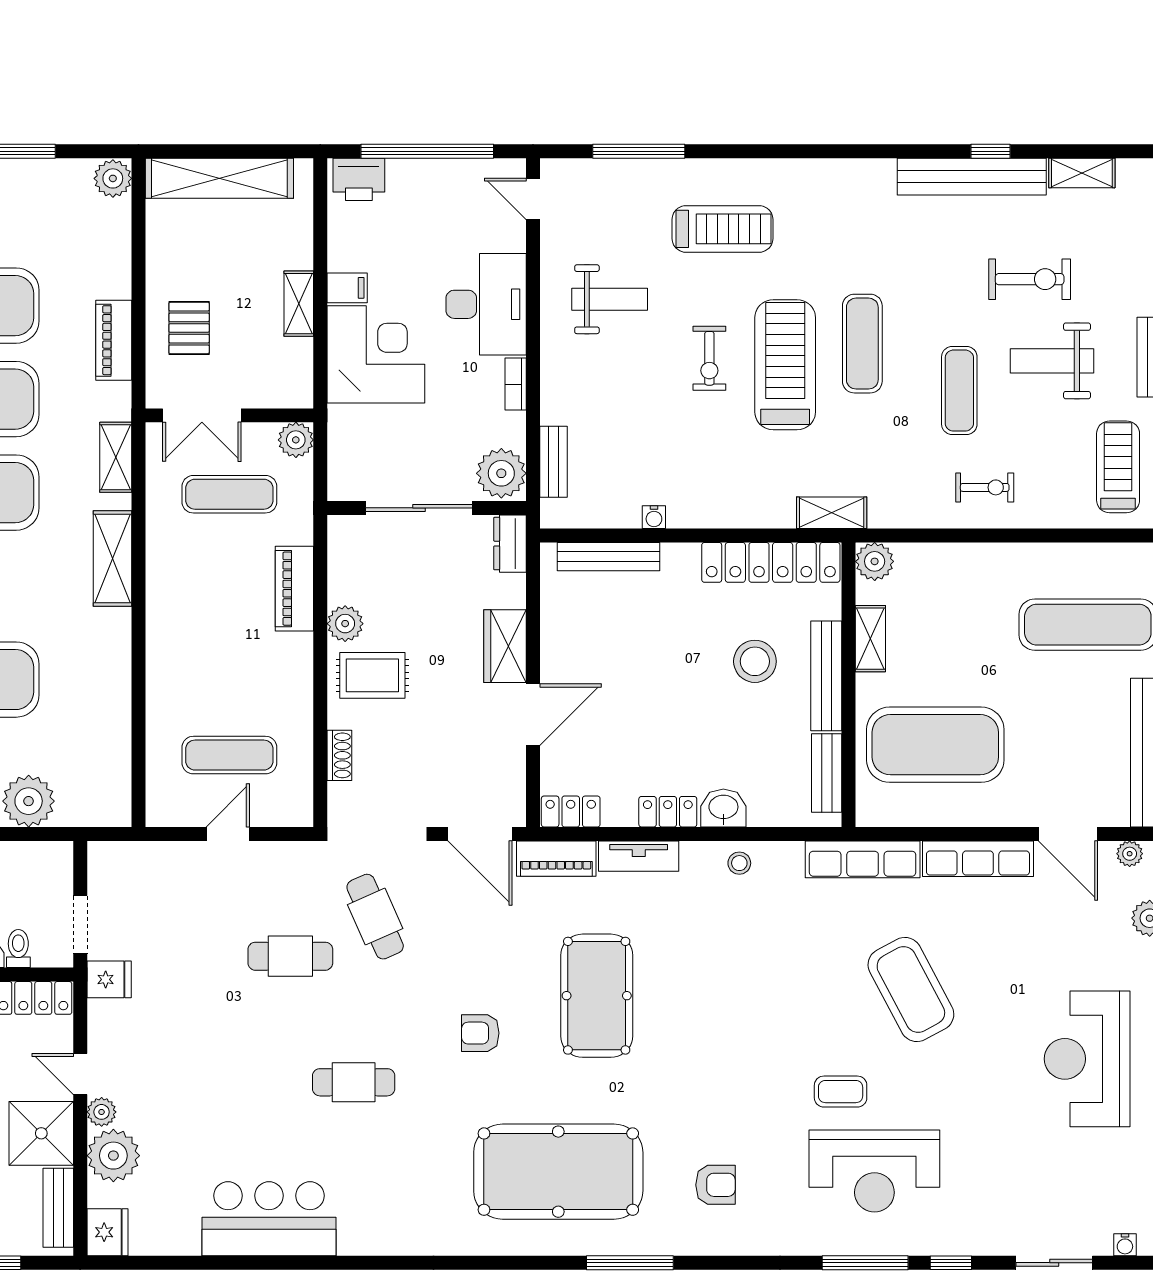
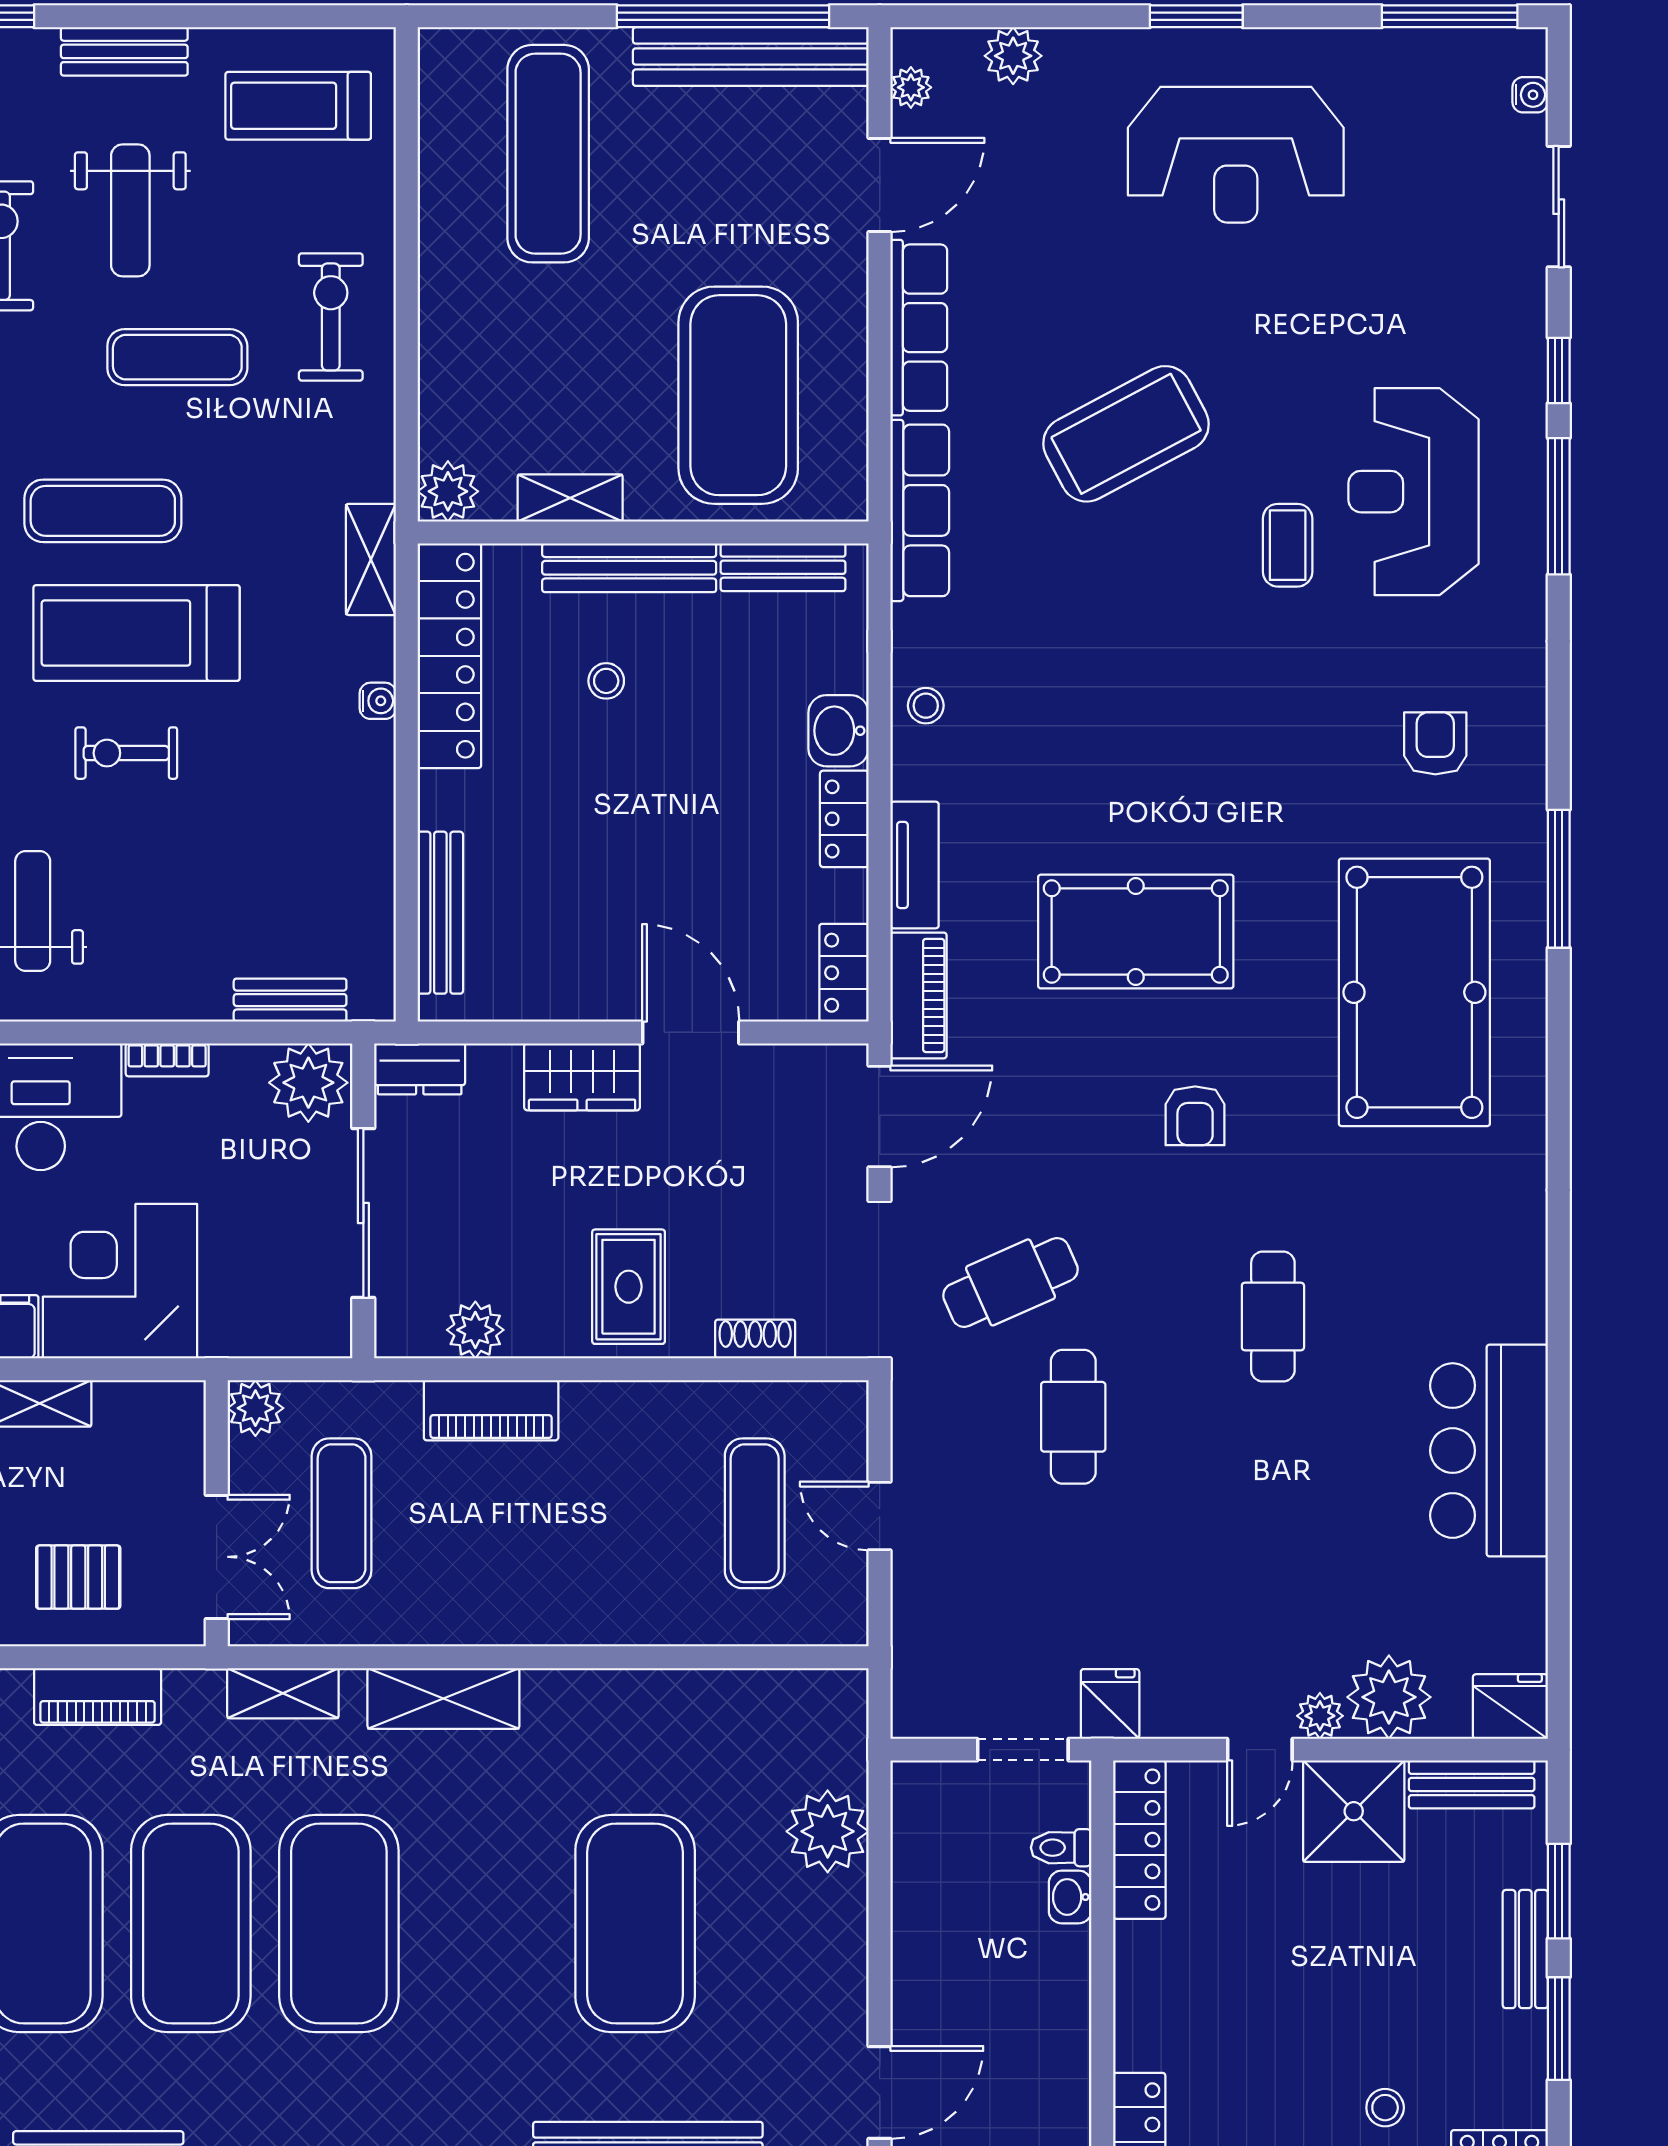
exercise bike: (709, 358) -> (126, 753), turned 180
exercise bike: (985, 487) -> (331, 317), width x1.38, depth x1.39
water cooler: (654, 517) -> (378, 701), moved
plant: (345, 624) -> (475, 1330), moved
stool: (755, 661) -> (606, 681), width x0.53, depth x0.53
reception desk: (874, 1171) -> (1414, 492), turned 180

